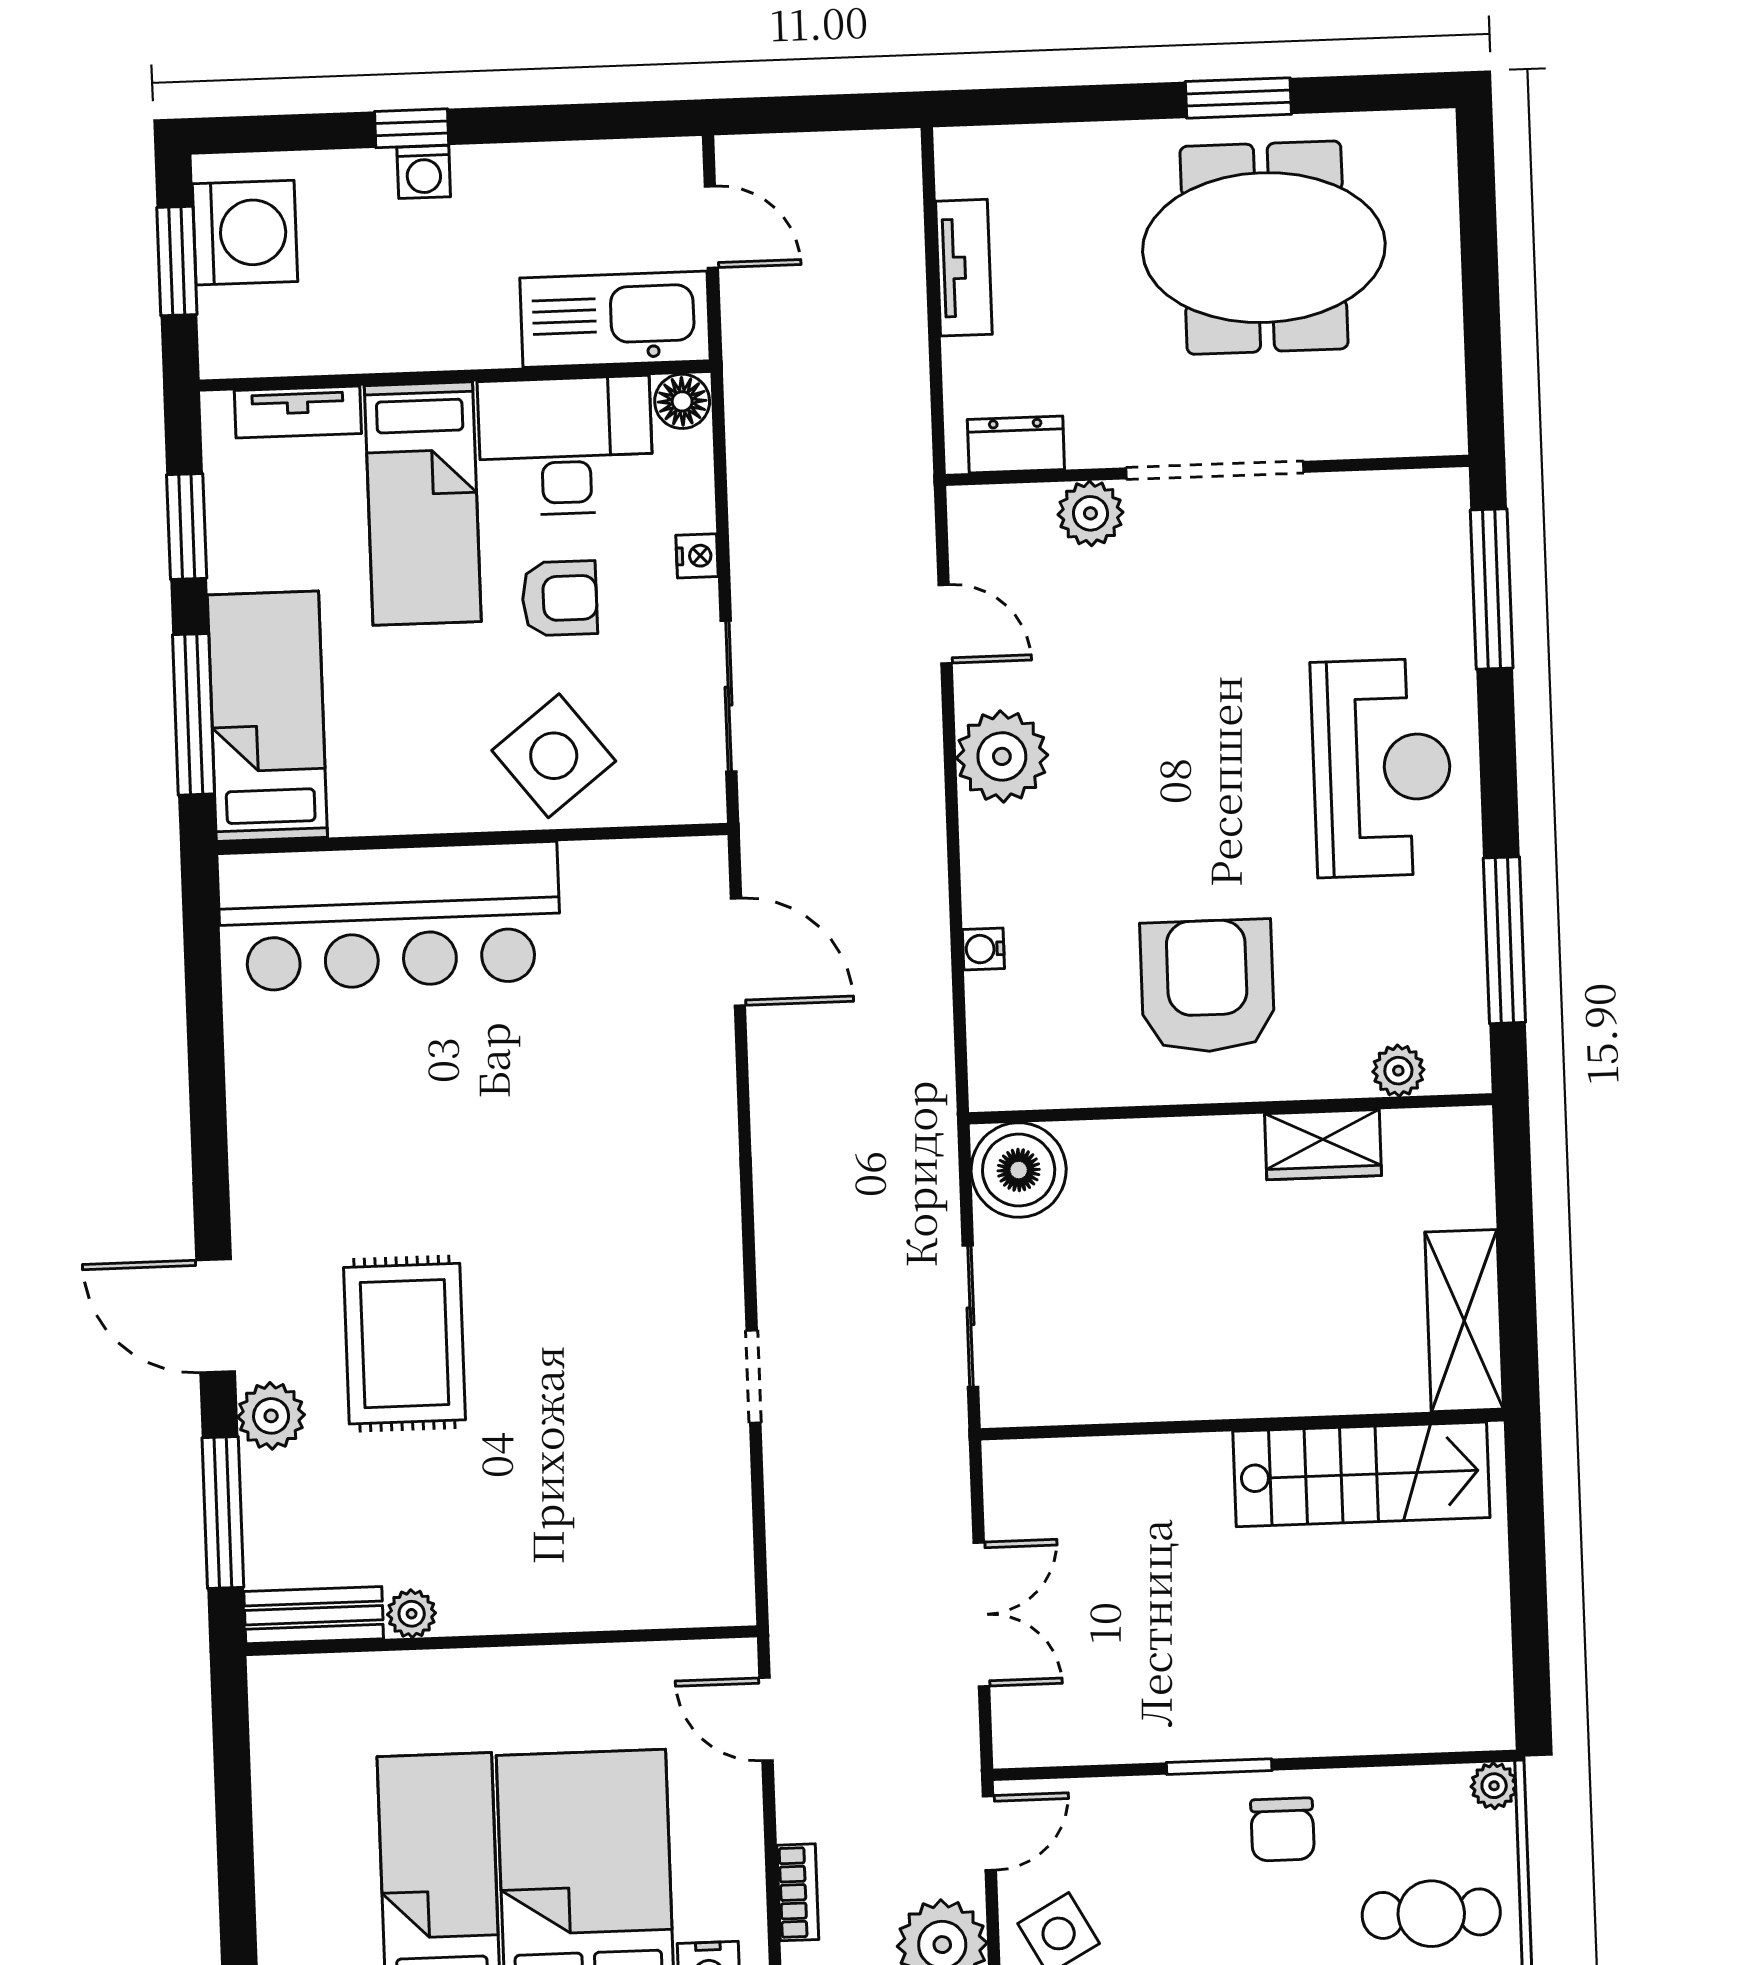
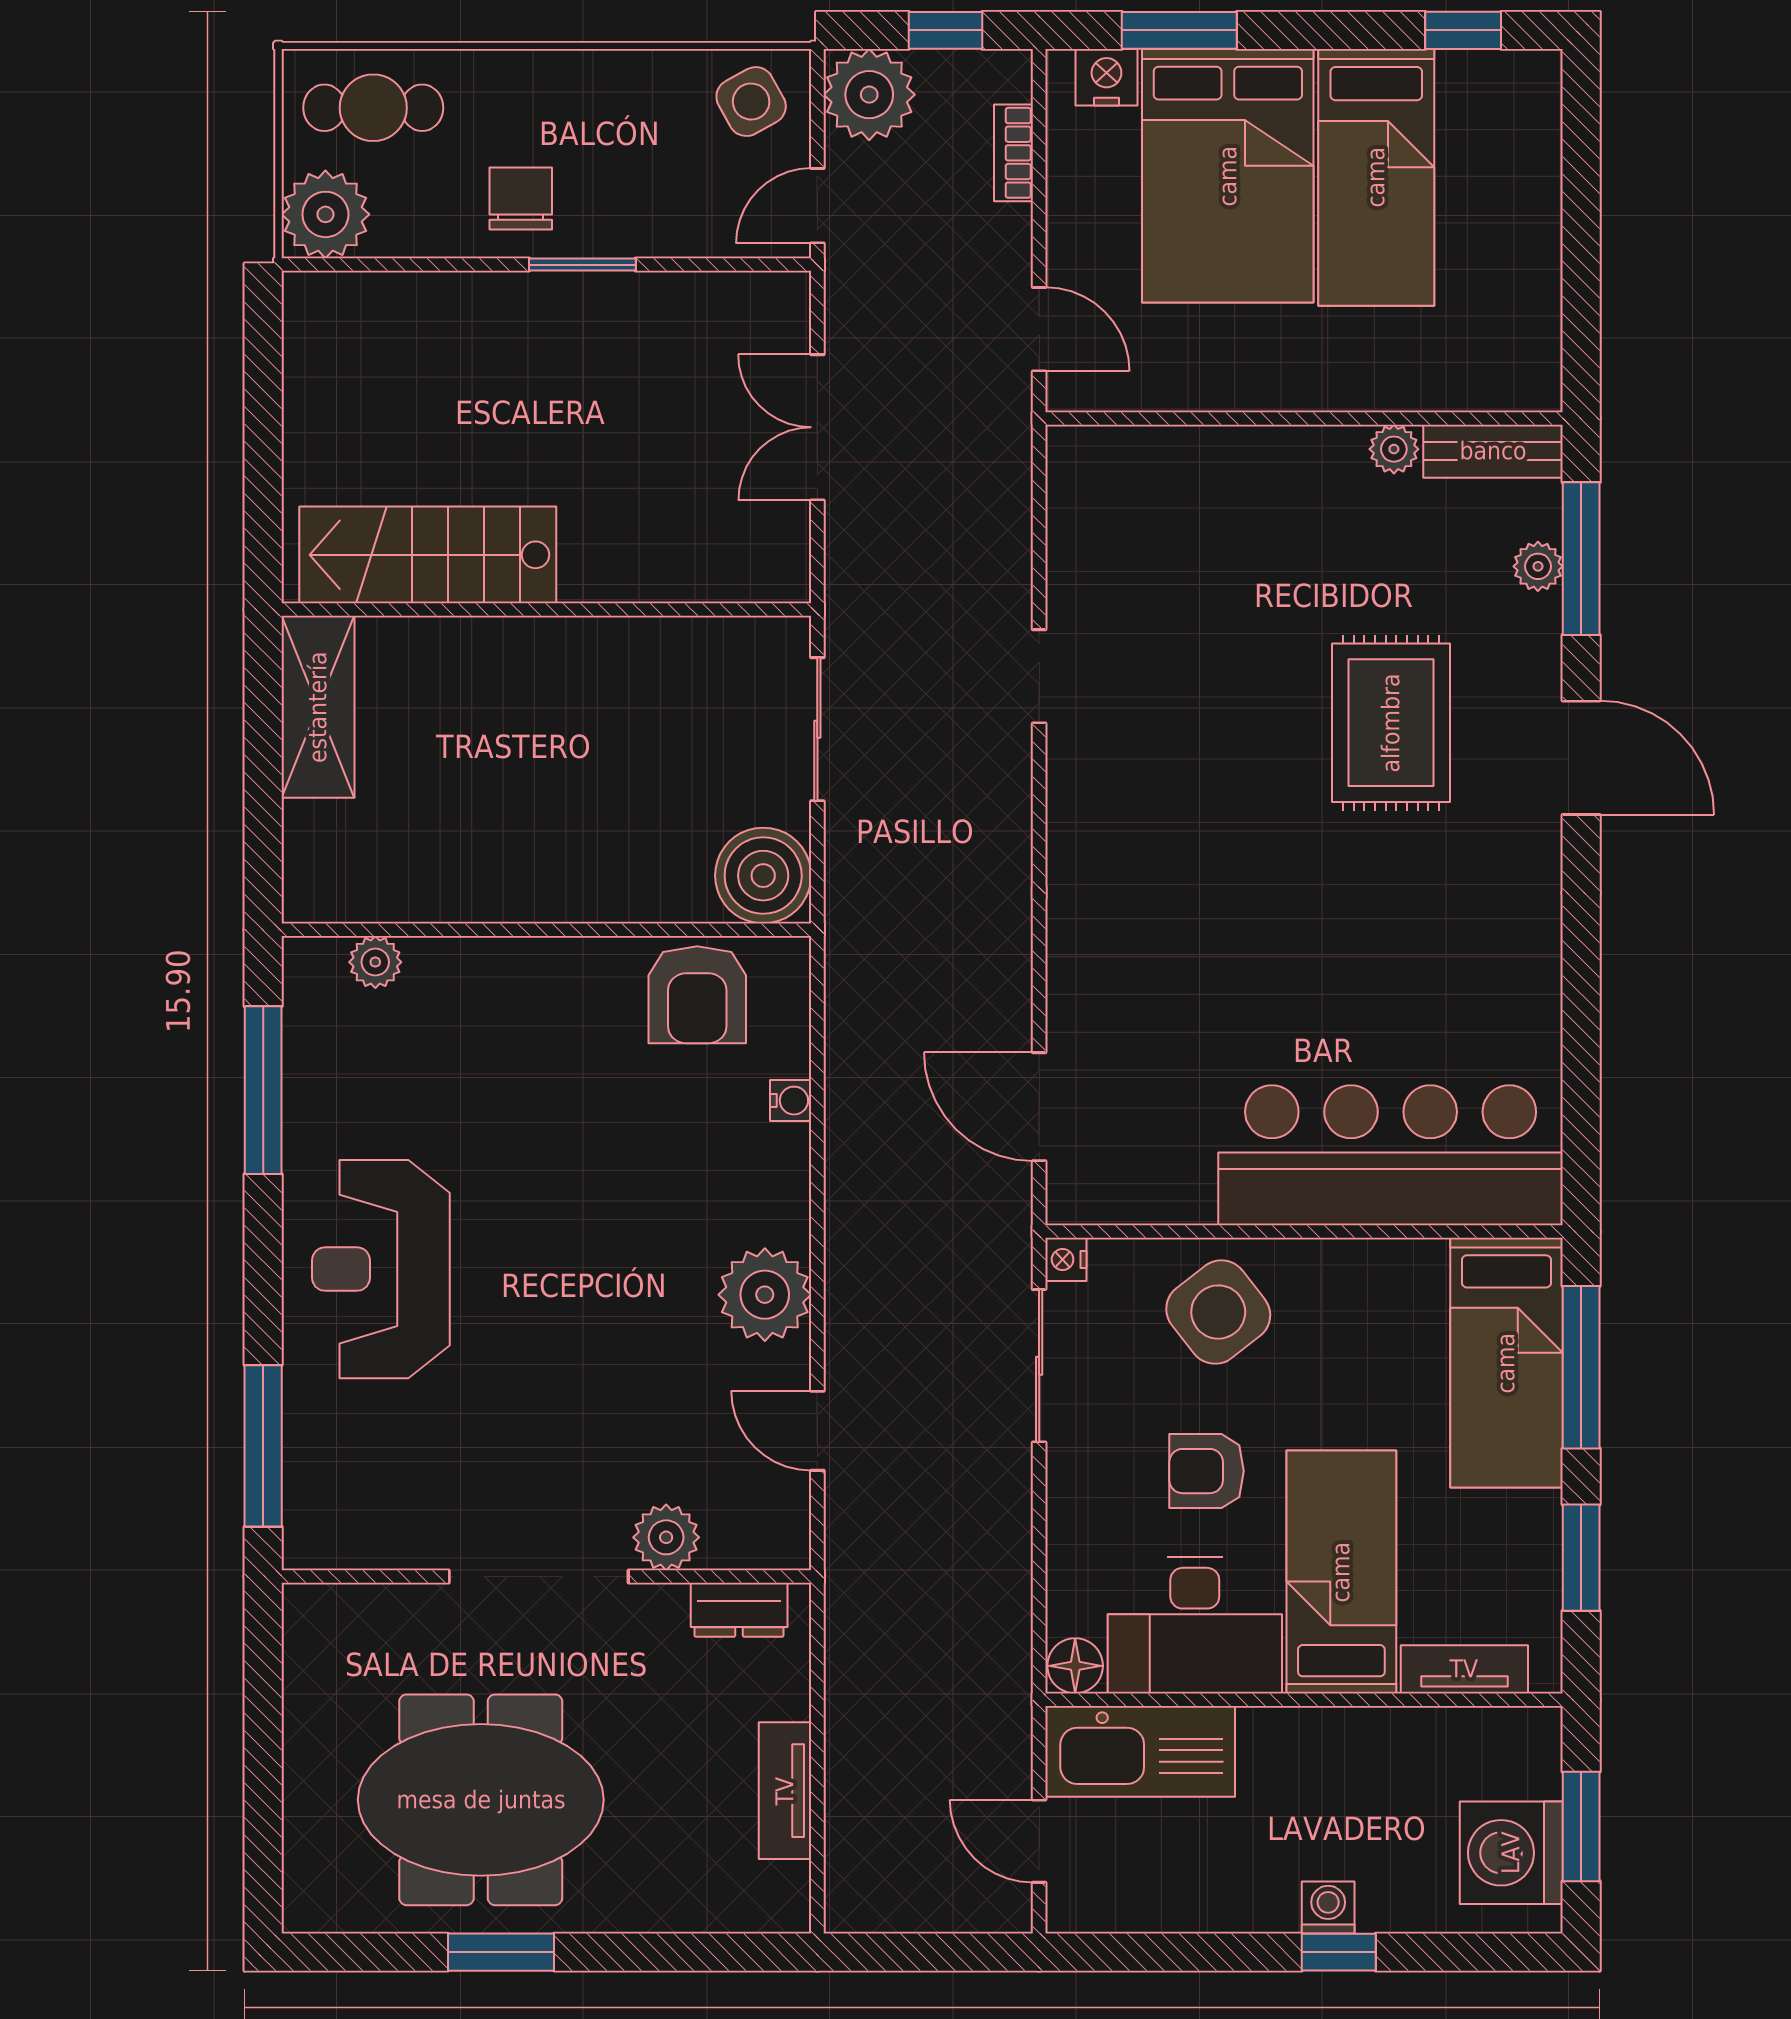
nightstand: (697, 556) -> (1066, 1259), moved
armchair: (1207, 986) -> (697, 995), moved, width x0.73, depth x0.73
wardrobe: (1323, 1145) -> (454, 890), removed
plant: (271, 1416) -> (1538, 566), moved, width x0.73, depth x0.73
plant: (1494, 1786) -> (325, 214), width x1.87, depth x1.87

